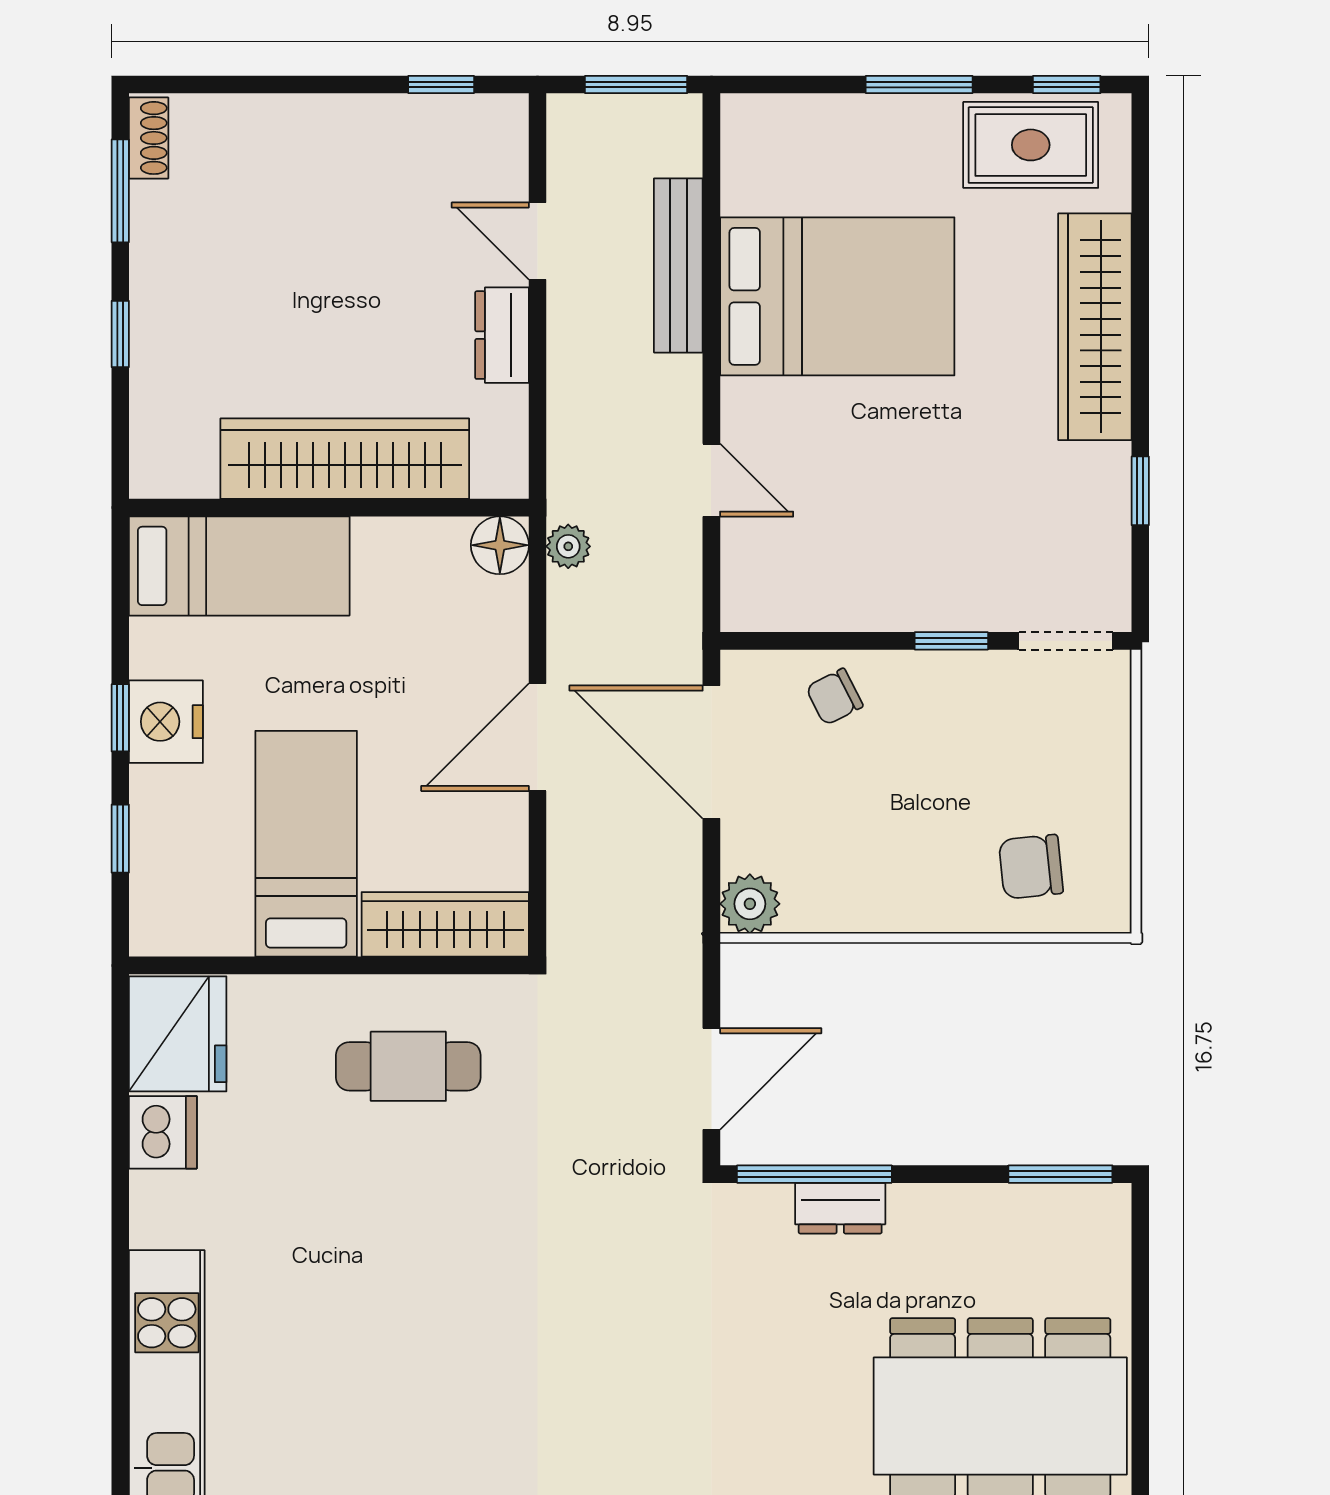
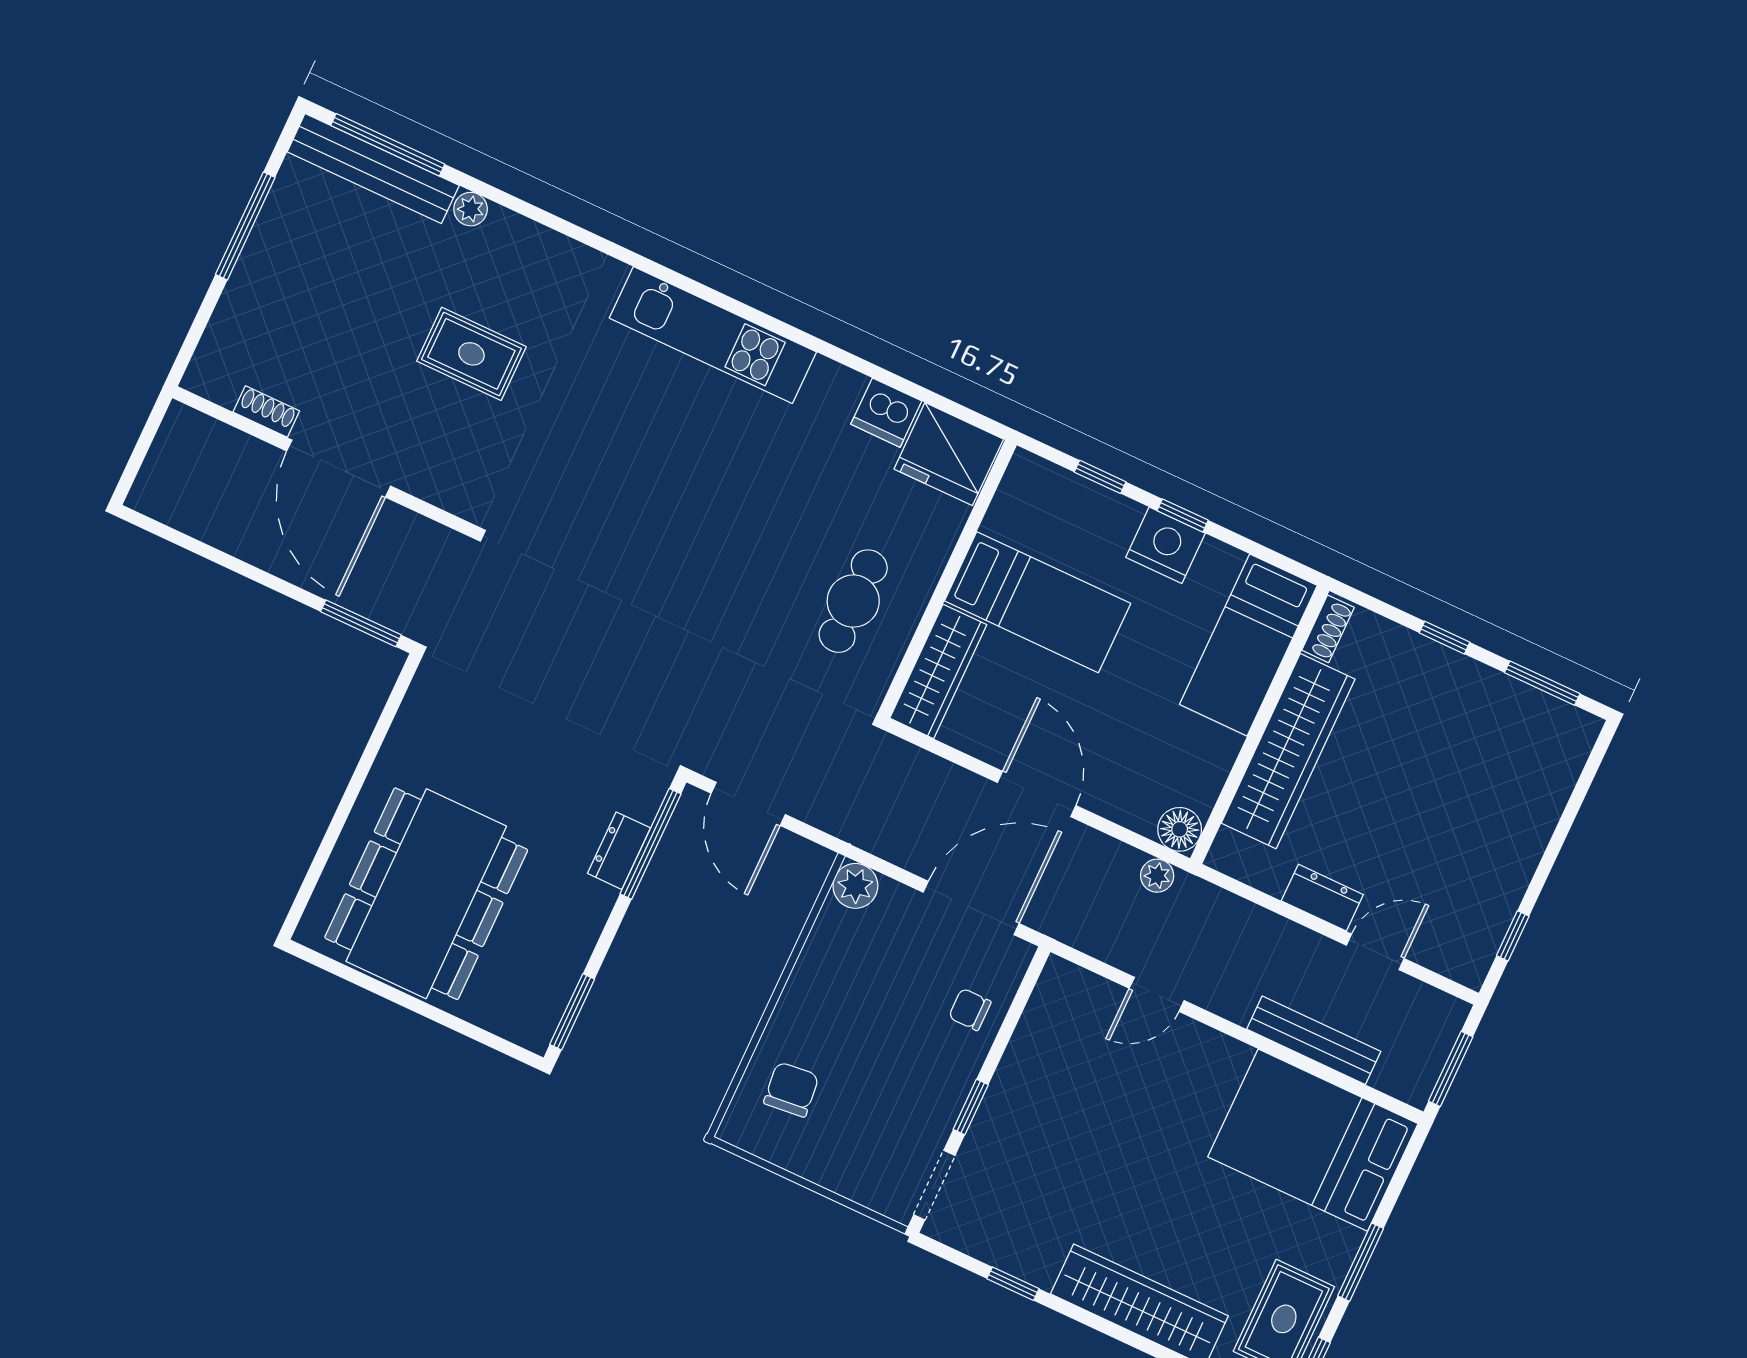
shoe rack: (149, 138) -> (1328, 629), moved, turned -90
bed: (837, 296) -> (1313, 1140), moved, turned 90
chair: (834, 697) -> (970, 1009), turned -63

